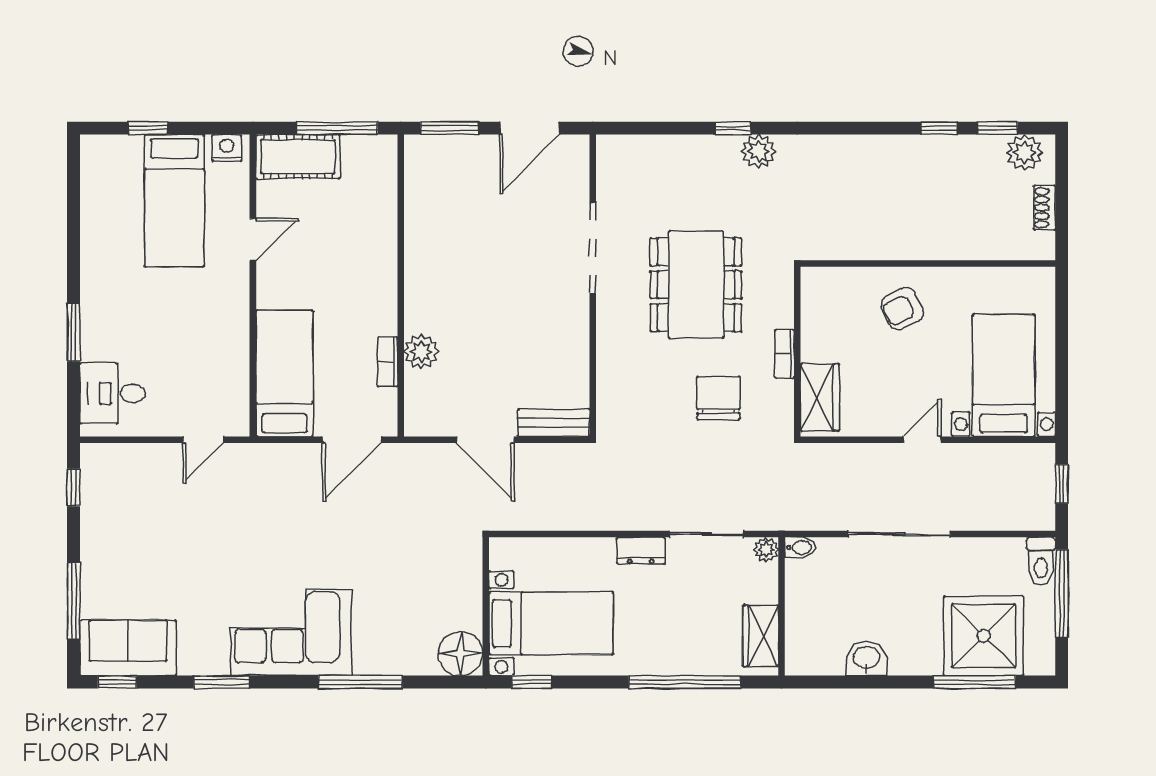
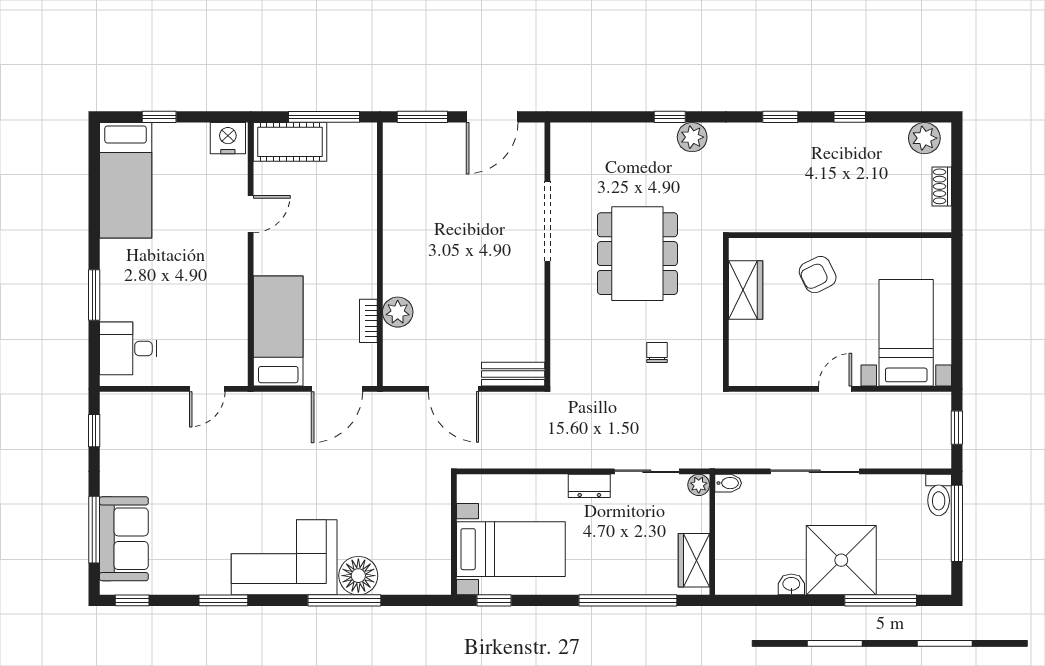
window: (997, 128) -> (780, 117), moved
nightstand: (227, 148) -> (228, 138), width x1.36, depth x1.33
bed: (174, 201) -> (126, 180), moved
bookcase: (784, 354) -> (715, 314), removed
wardrobe: (820, 397) -> (746, 290), moved
chair: (718, 398) -> (657, 352), width x0.54, depth x0.54
shower: (984, 636) -> (841, 560), moved
sofa: (128, 648) -> (124, 539), moved, turned 90
floor lamp: (460, 654) -> (358, 576), moved
washbasin: (866, 658) -> (791, 584), width x0.72, depth x0.69

